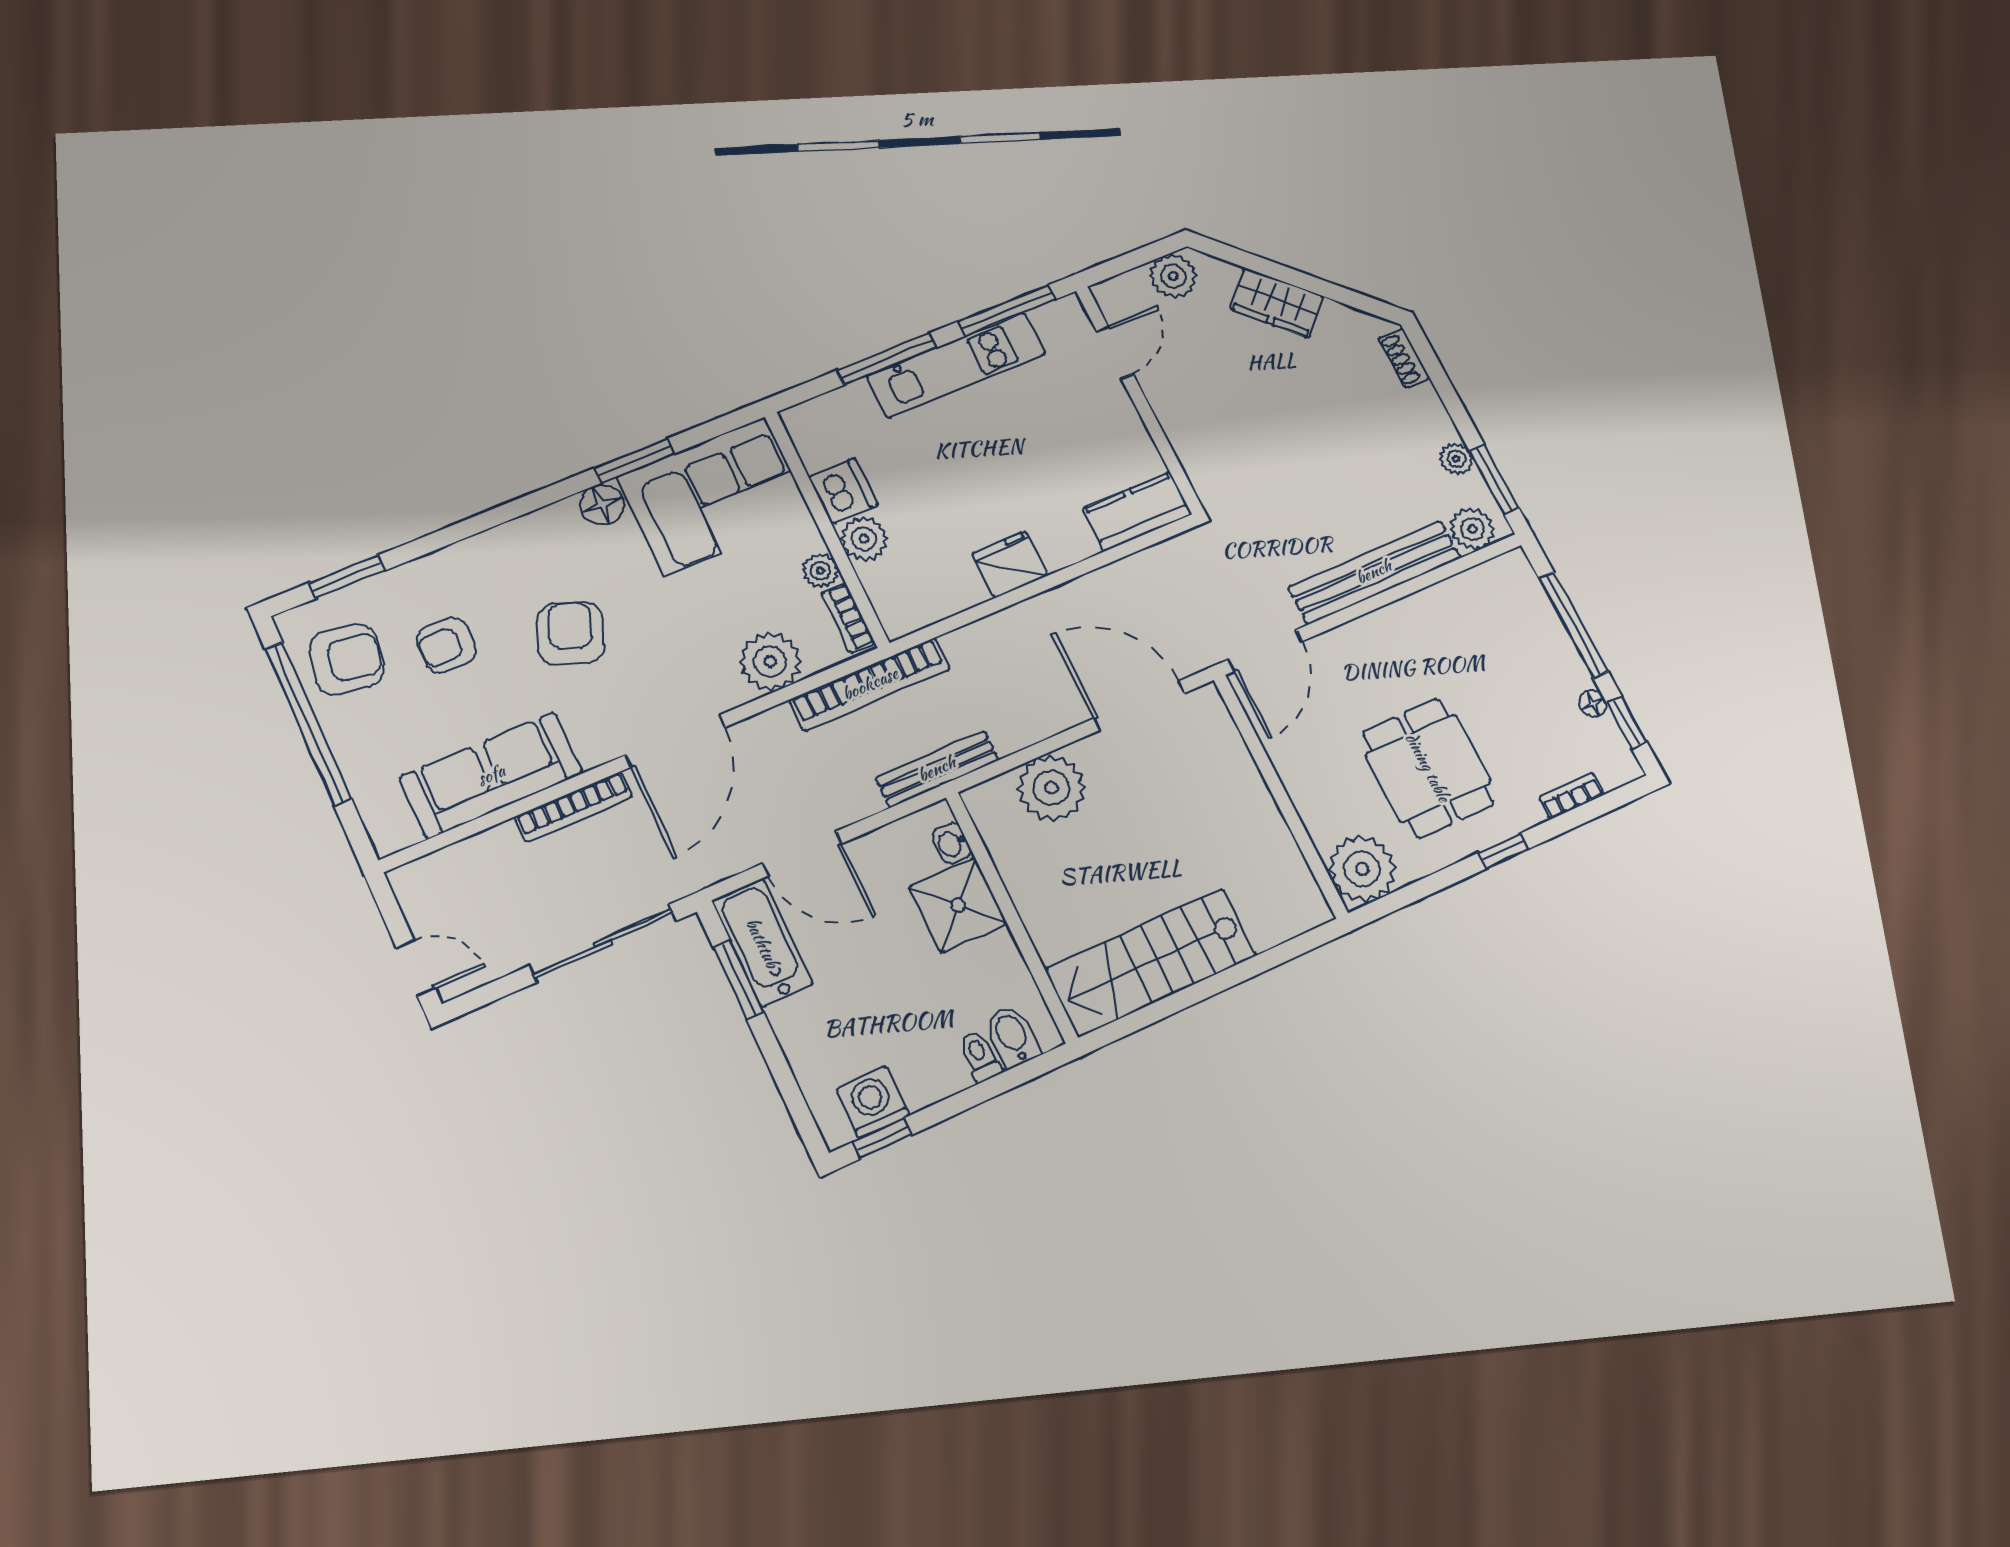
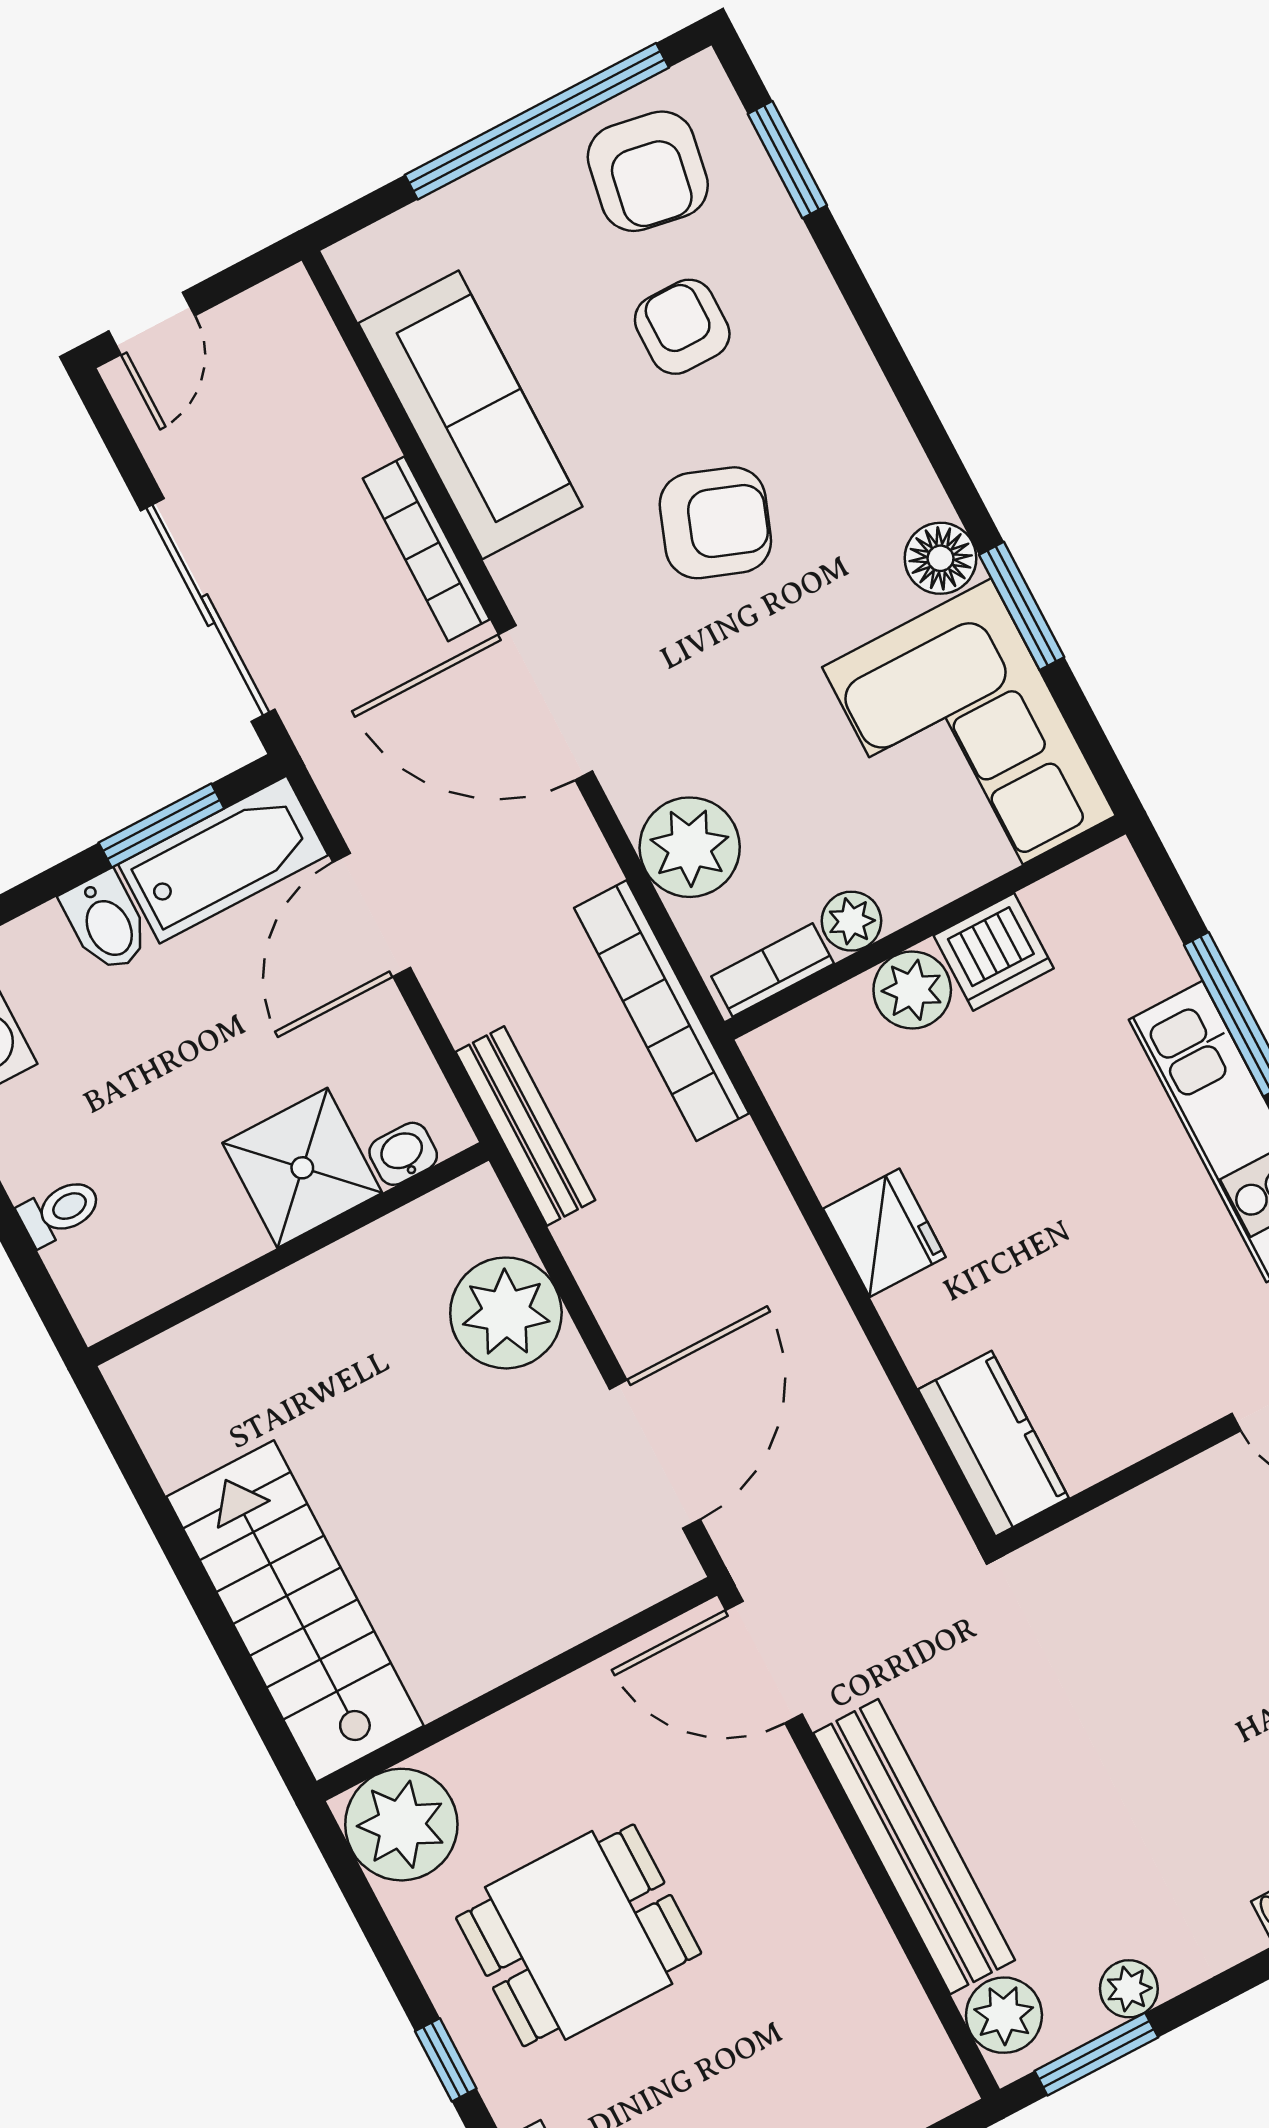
stairs: (1151, 962) -> (295, 1611), moved
bidet: (1013, 1036) -> (106, 922), moved, turned 90

